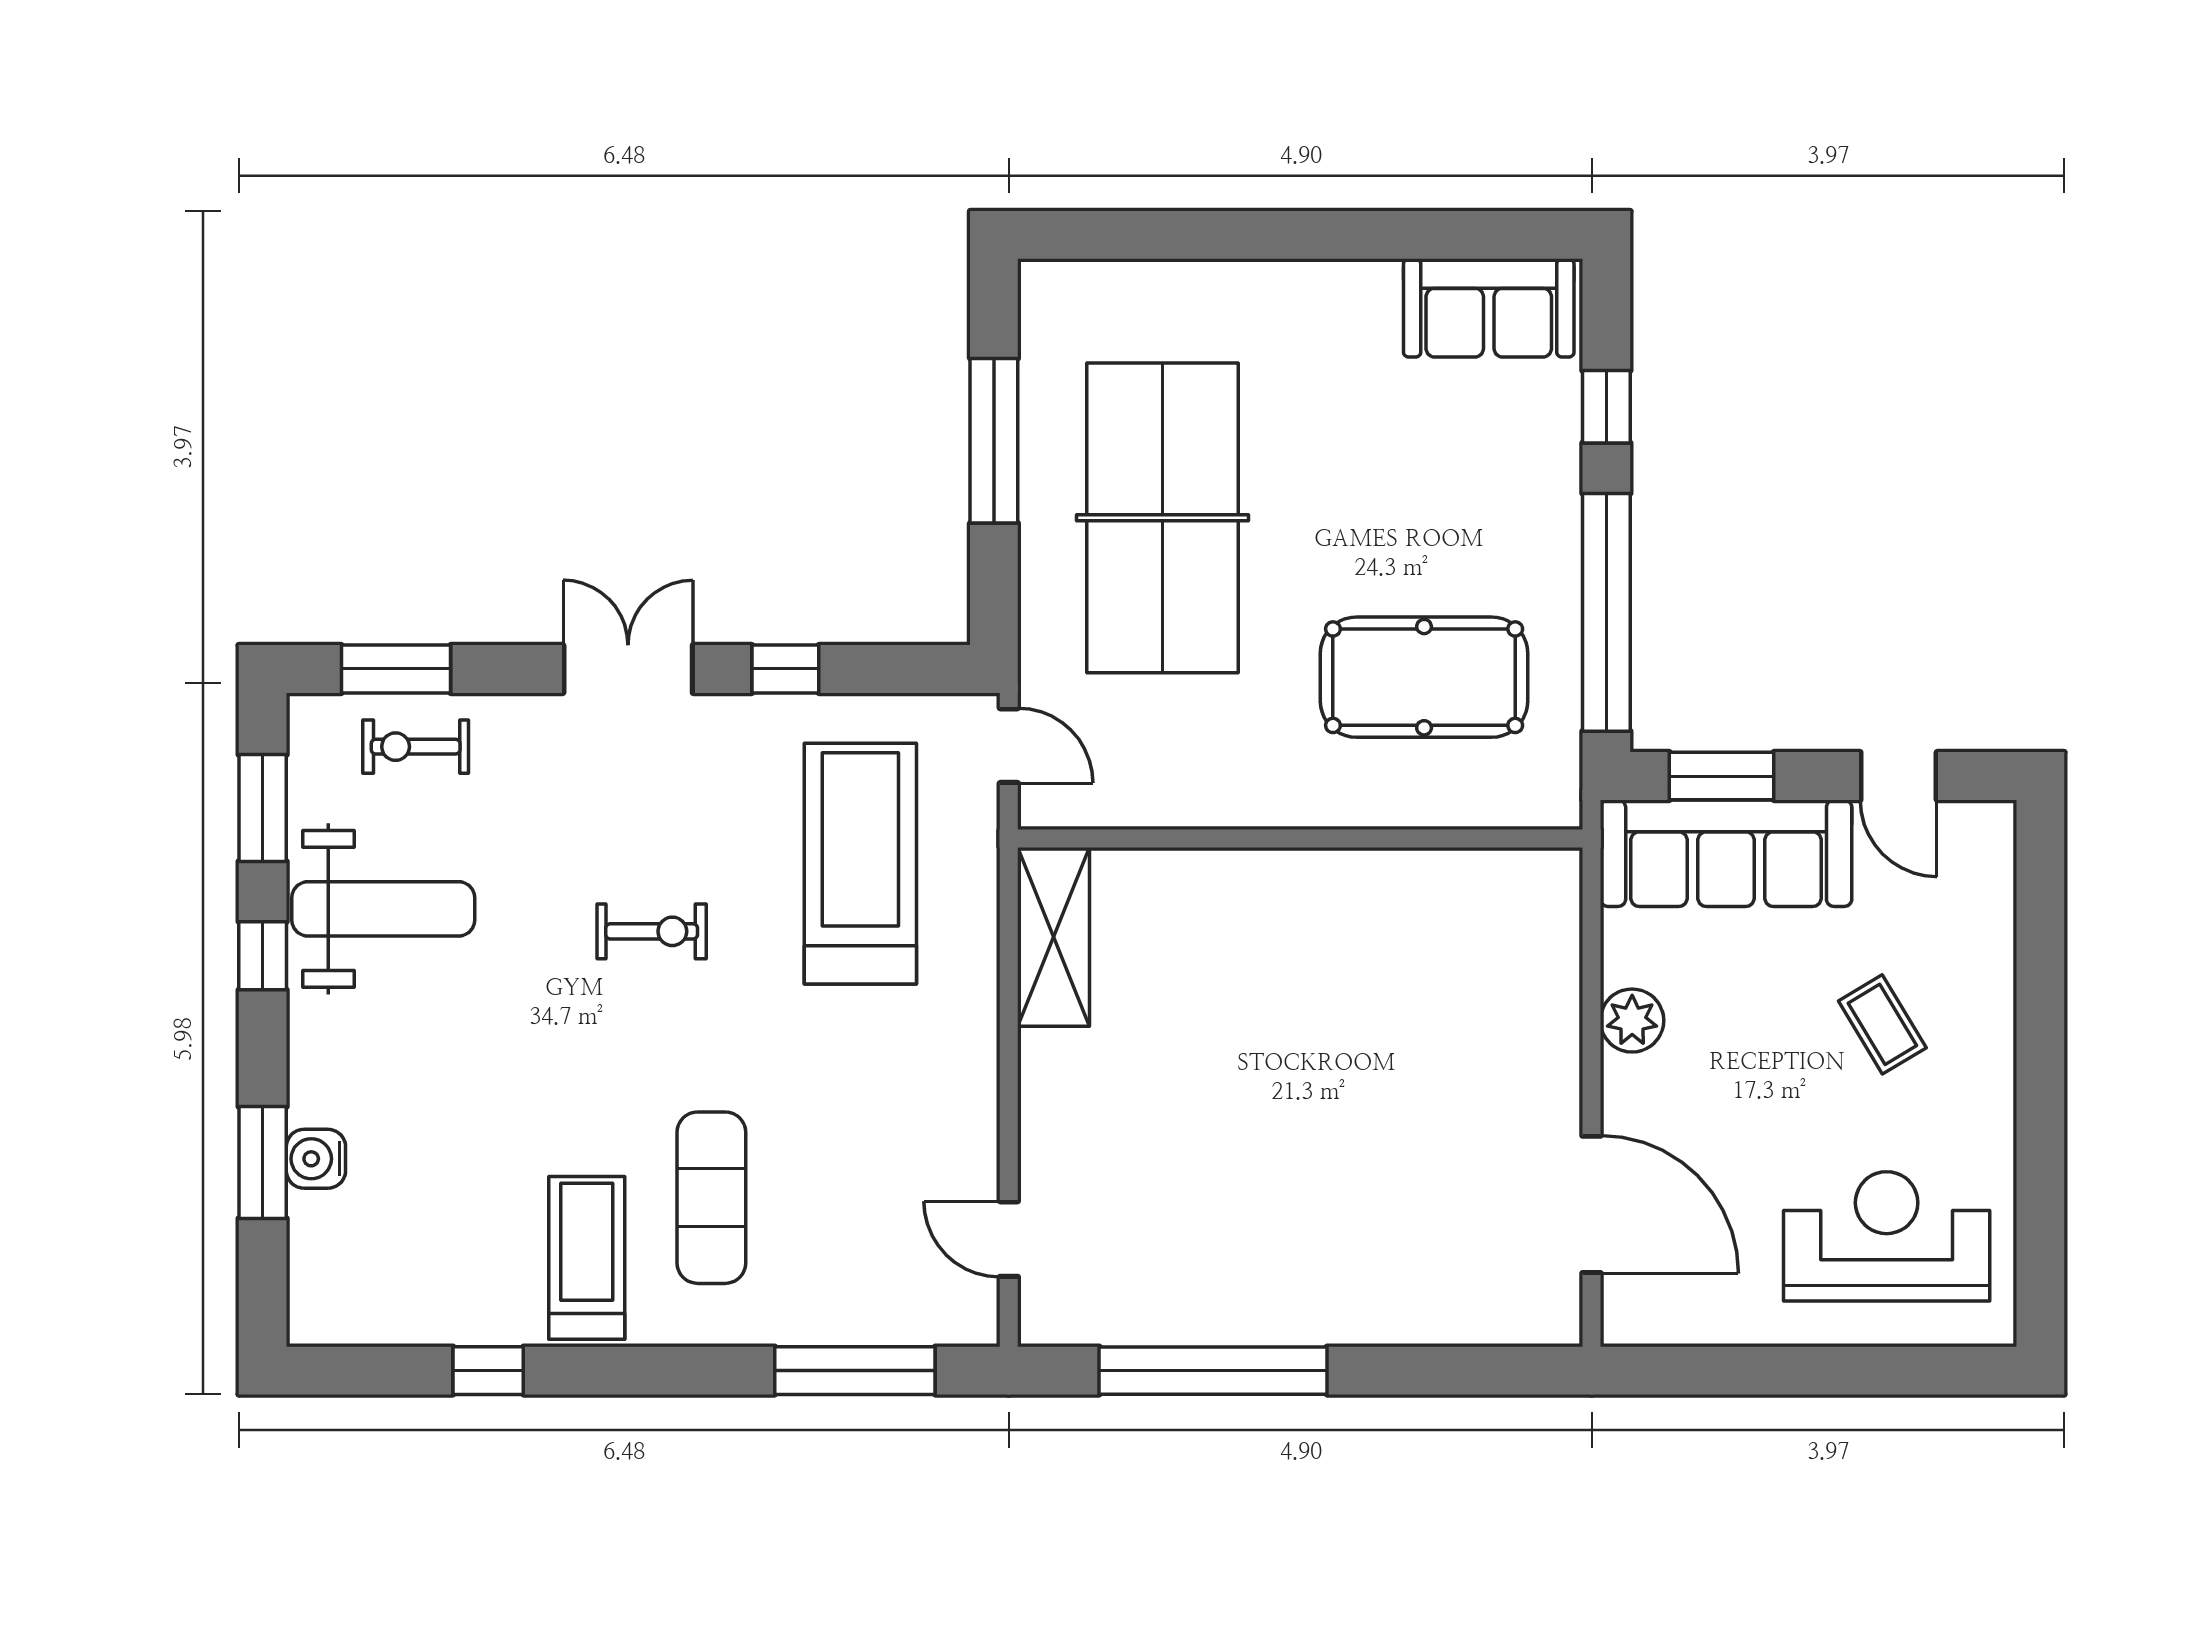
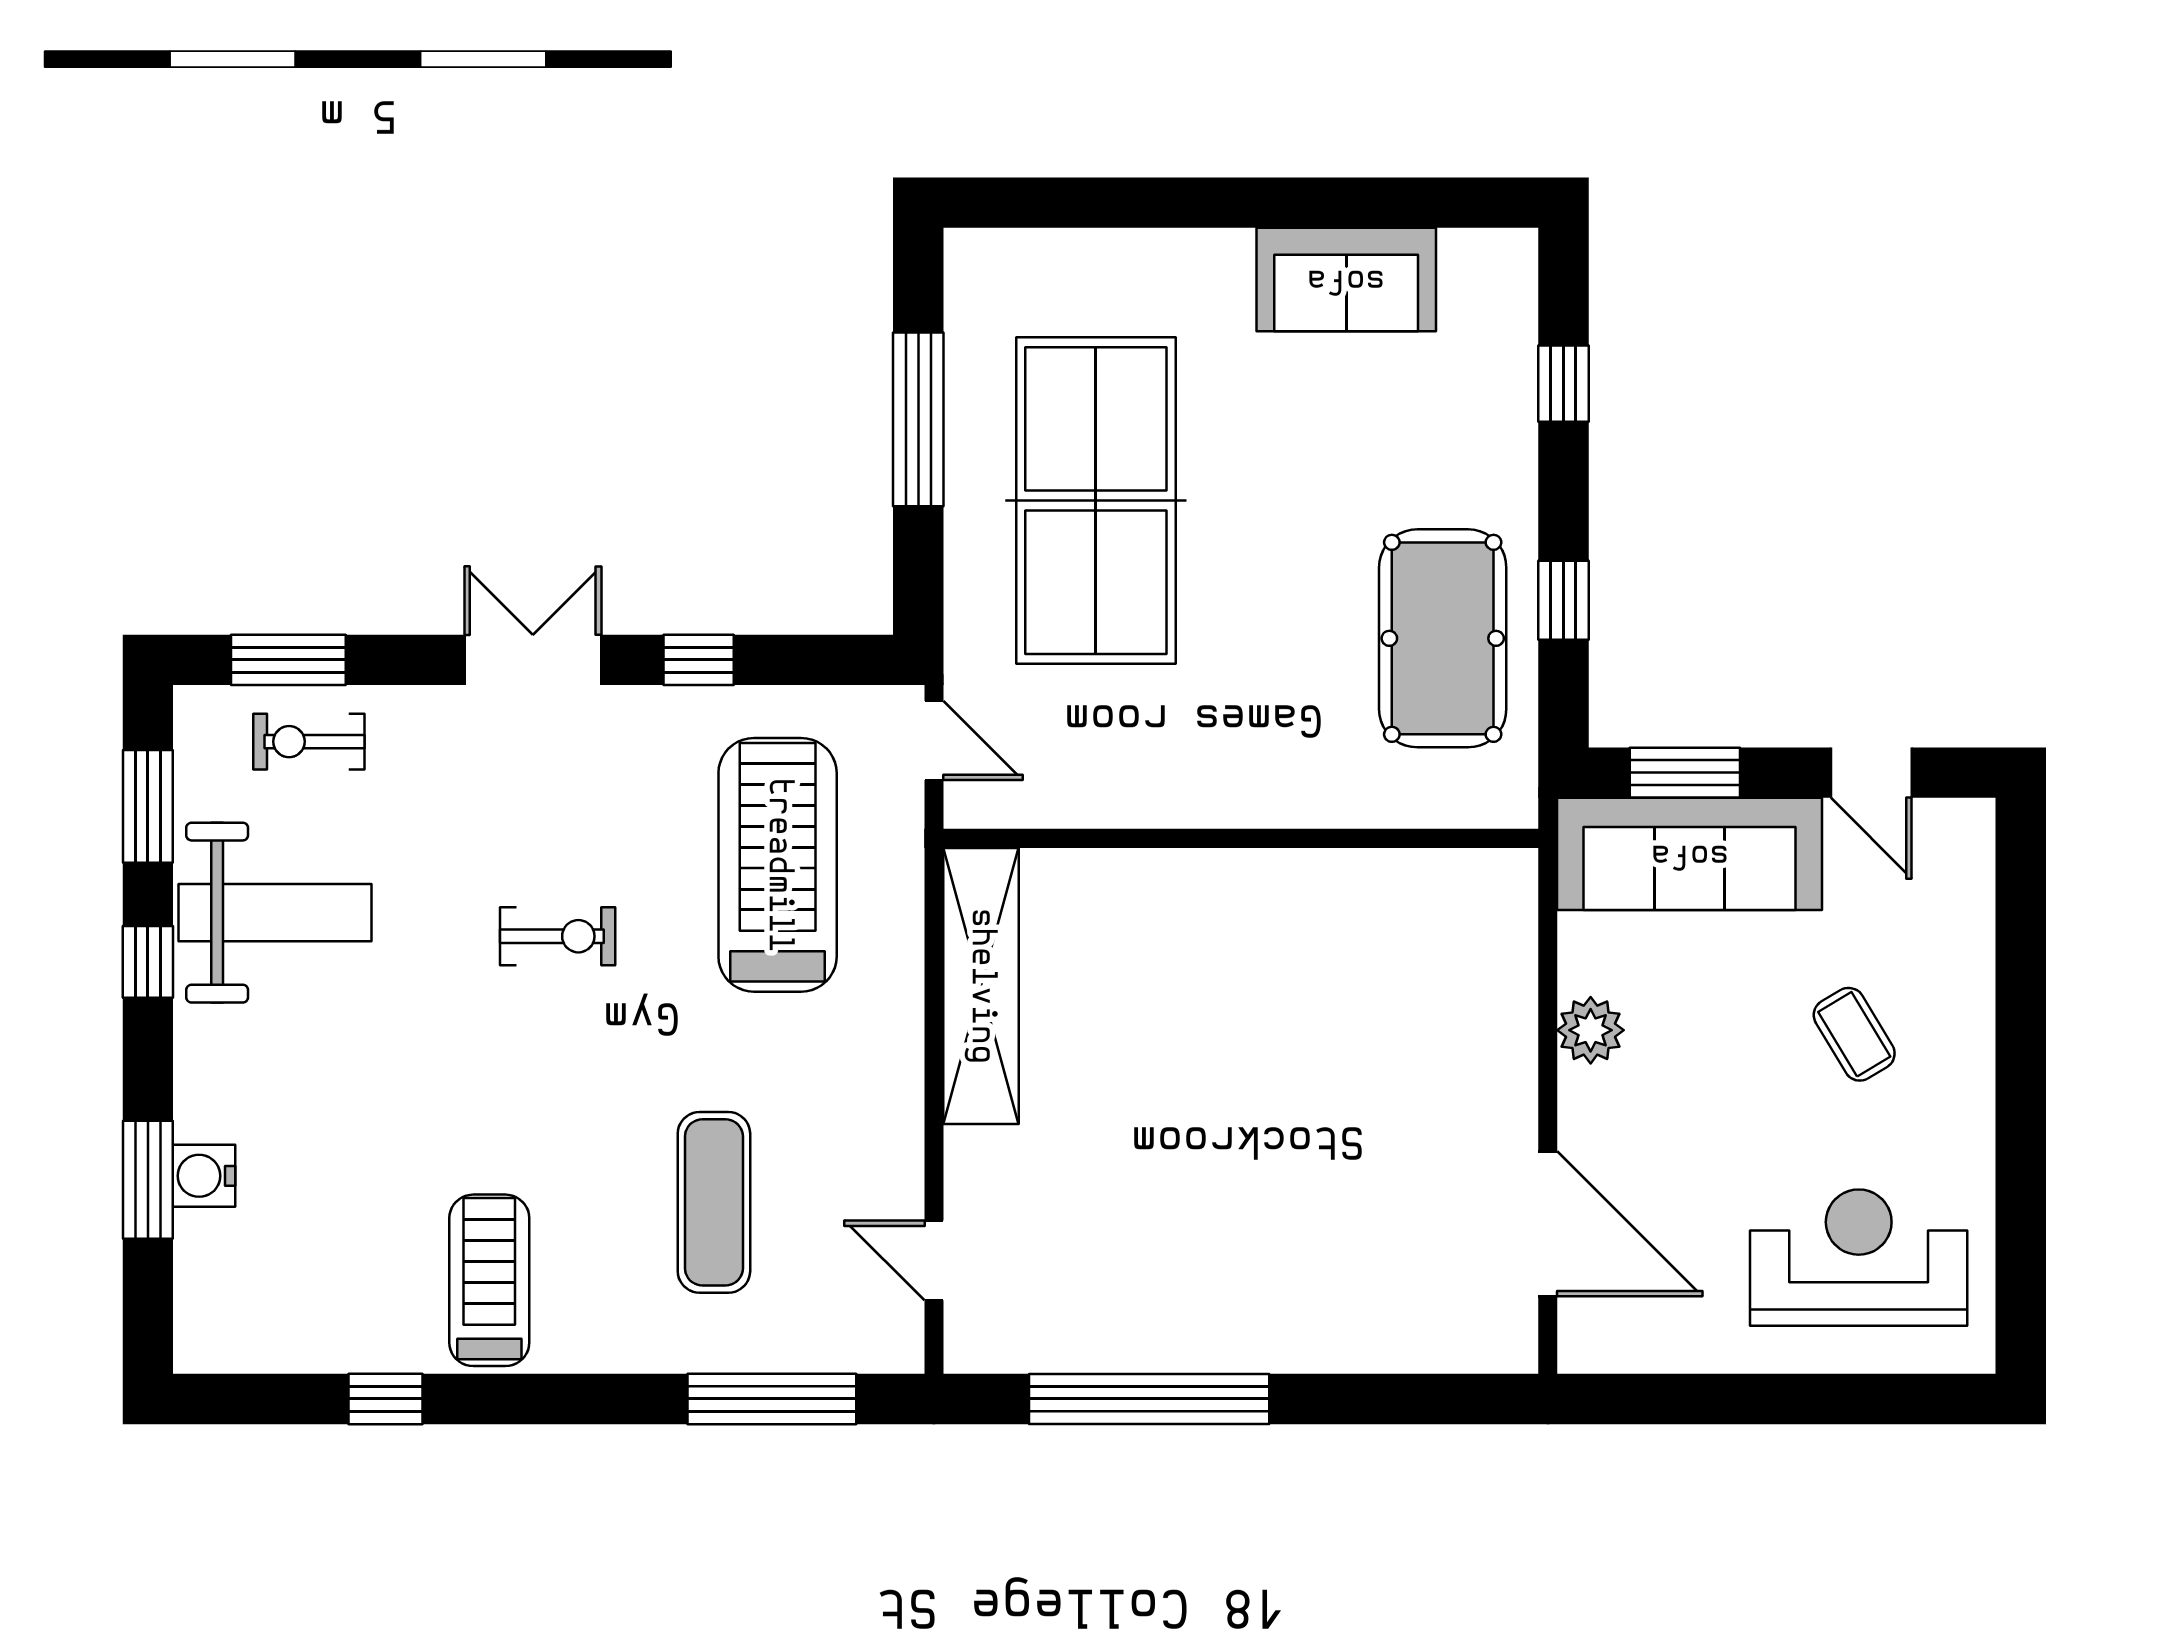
sofa: (1489, 308) -> (1346, 279), moved
window: (1606, 612) -> (1563, 600), width x0.32
pool table: (1424, 677) -> (1443, 638), moved, turned 90
shelving: (1054, 937) -> (981, 986), width x1.47
exercise mat: (711, 1198) -> (714, 1202), moved

